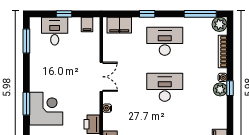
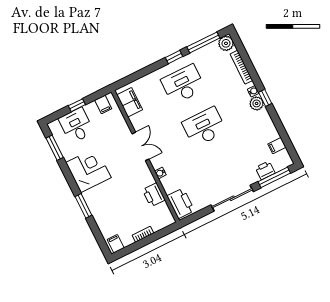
window: (147, 14) -> (174, 57), moved
filing cabinet: (119, 25) -> (130, 102), moved, turned -90
corner desk: (46, 109) -> (88, 170), moved

